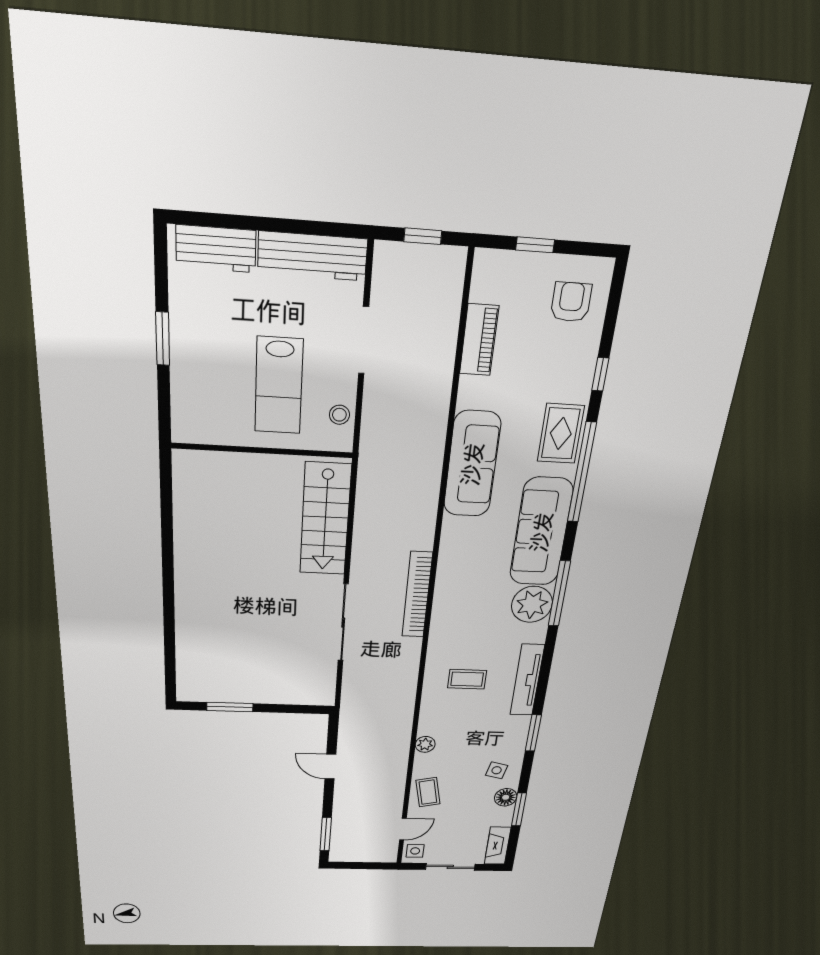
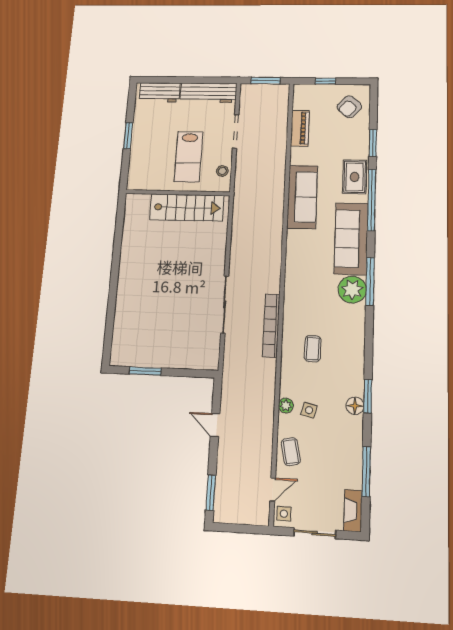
window: (423, 236) -> (266, 81), width x1.50
armchair: (571, 302) -> (349, 107), turned -140
window: (600, 374) -> (373, 143), width x1.50
stairs: (325, 519) -> (187, 208), moved, turned -90
bookcase: (417, 595) -> (271, 326), moved
coffee table: (467, 679) -> (313, 349), turned 90
tv unit: (527, 680) -> (357, 350), removed
side table: (497, 770) -> (309, 410), moved
floor lamp: (506, 797) -> (355, 406), moved
window: (519, 809) -> (366, 472), width x1.44

